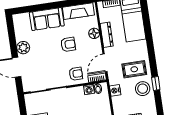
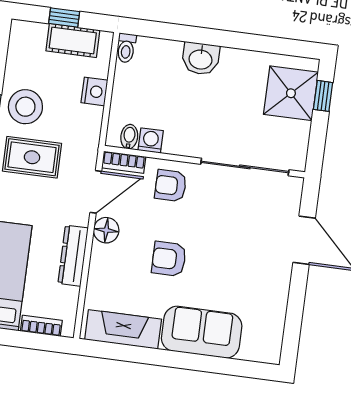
floor lamp: (94, 33) -> (106, 230), moved
plant: (23, 48) -> (275, 282), removed
nightstand: (115, 90) -> (94, 91), moved

